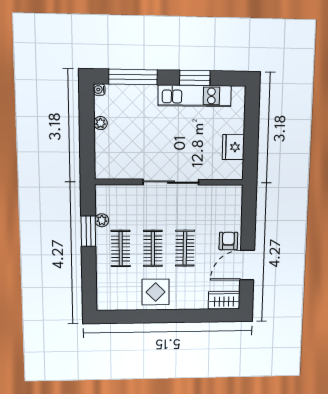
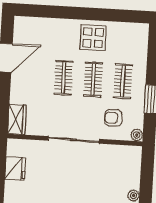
plant: (102, 220) -> (137, 135), moved
armchair: (228, 241) -> (113, 118), moved, turned 90
wardrobe: (224, 300) -> (17, 119), moved, turned -90

